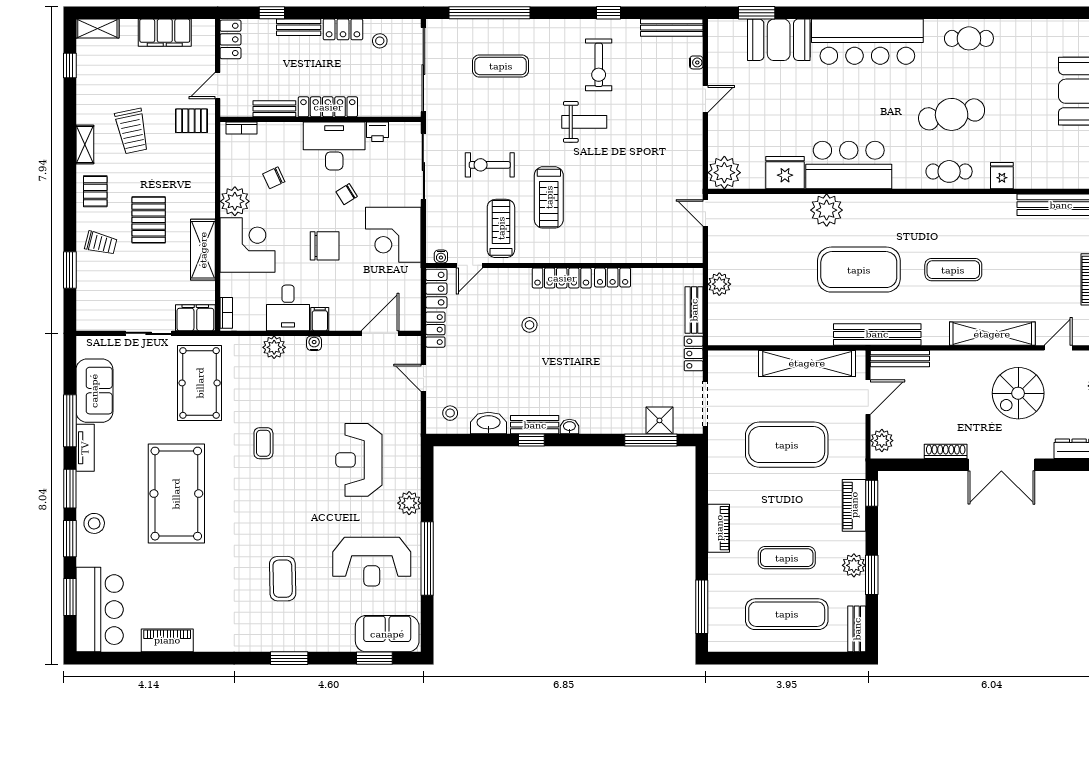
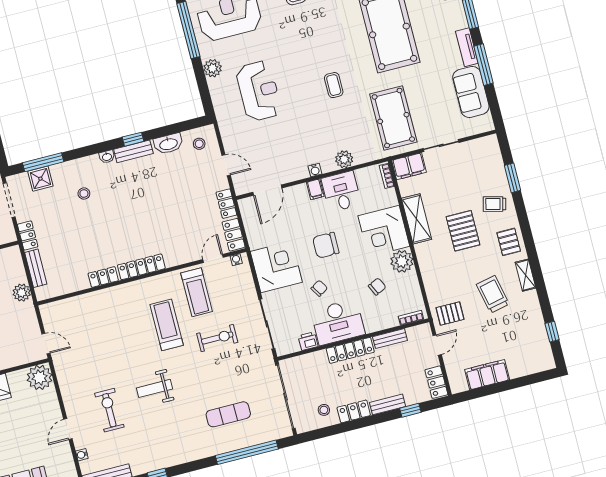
shelving: (97, 29) -> (538, 365), removed
exercise bike: (599, 65) -> (109, 410), moved
stool: (530, 325) -> (84, 194), moved

